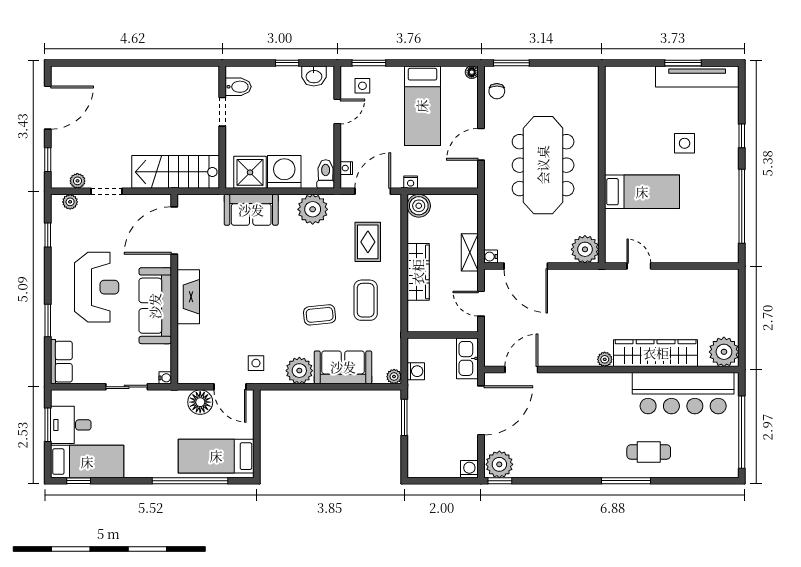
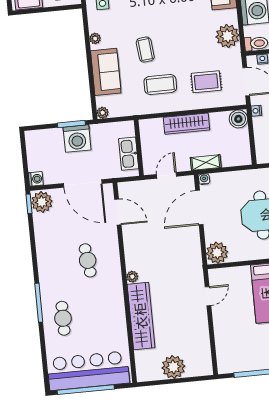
plant: (724, 352) -> (173, 367), moved
kitchen sink: (467, 358) -> (129, 154), moved, turned -90
plant: (299, 371) -> (95, 38), width x0.53, depth x0.53
washing machine: (416, 371) -> (77, 138), moved, width x1.89, depth x1.89
bar counter: (683, 393) -> (88, 371), moved, turned 90
cafe table: (579, 414) -> (88, 260), added

